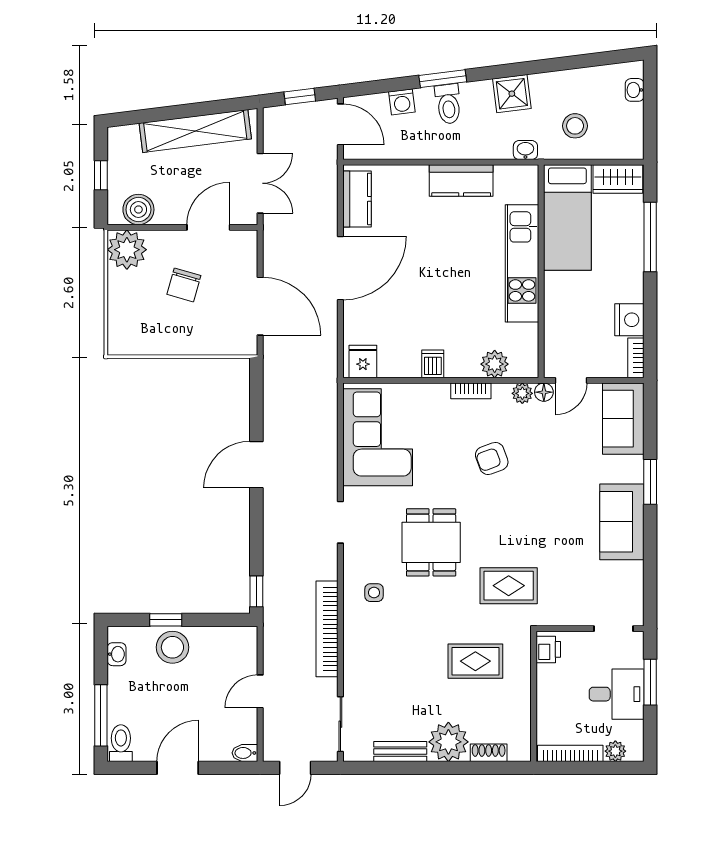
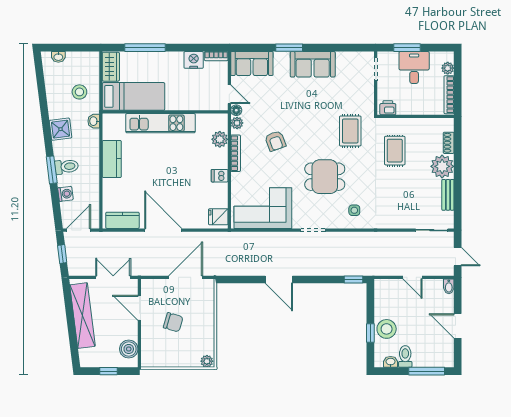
plant: (127, 250) -> (207, 361), moved, width x0.53, depth x0.53
bookcase: (471, 391) -> (236, 153), width x1.56
bookcase: (327, 629) -> (376, 238), removed
toilet: (121, 743) -> (405, 357), moved, turned 90

